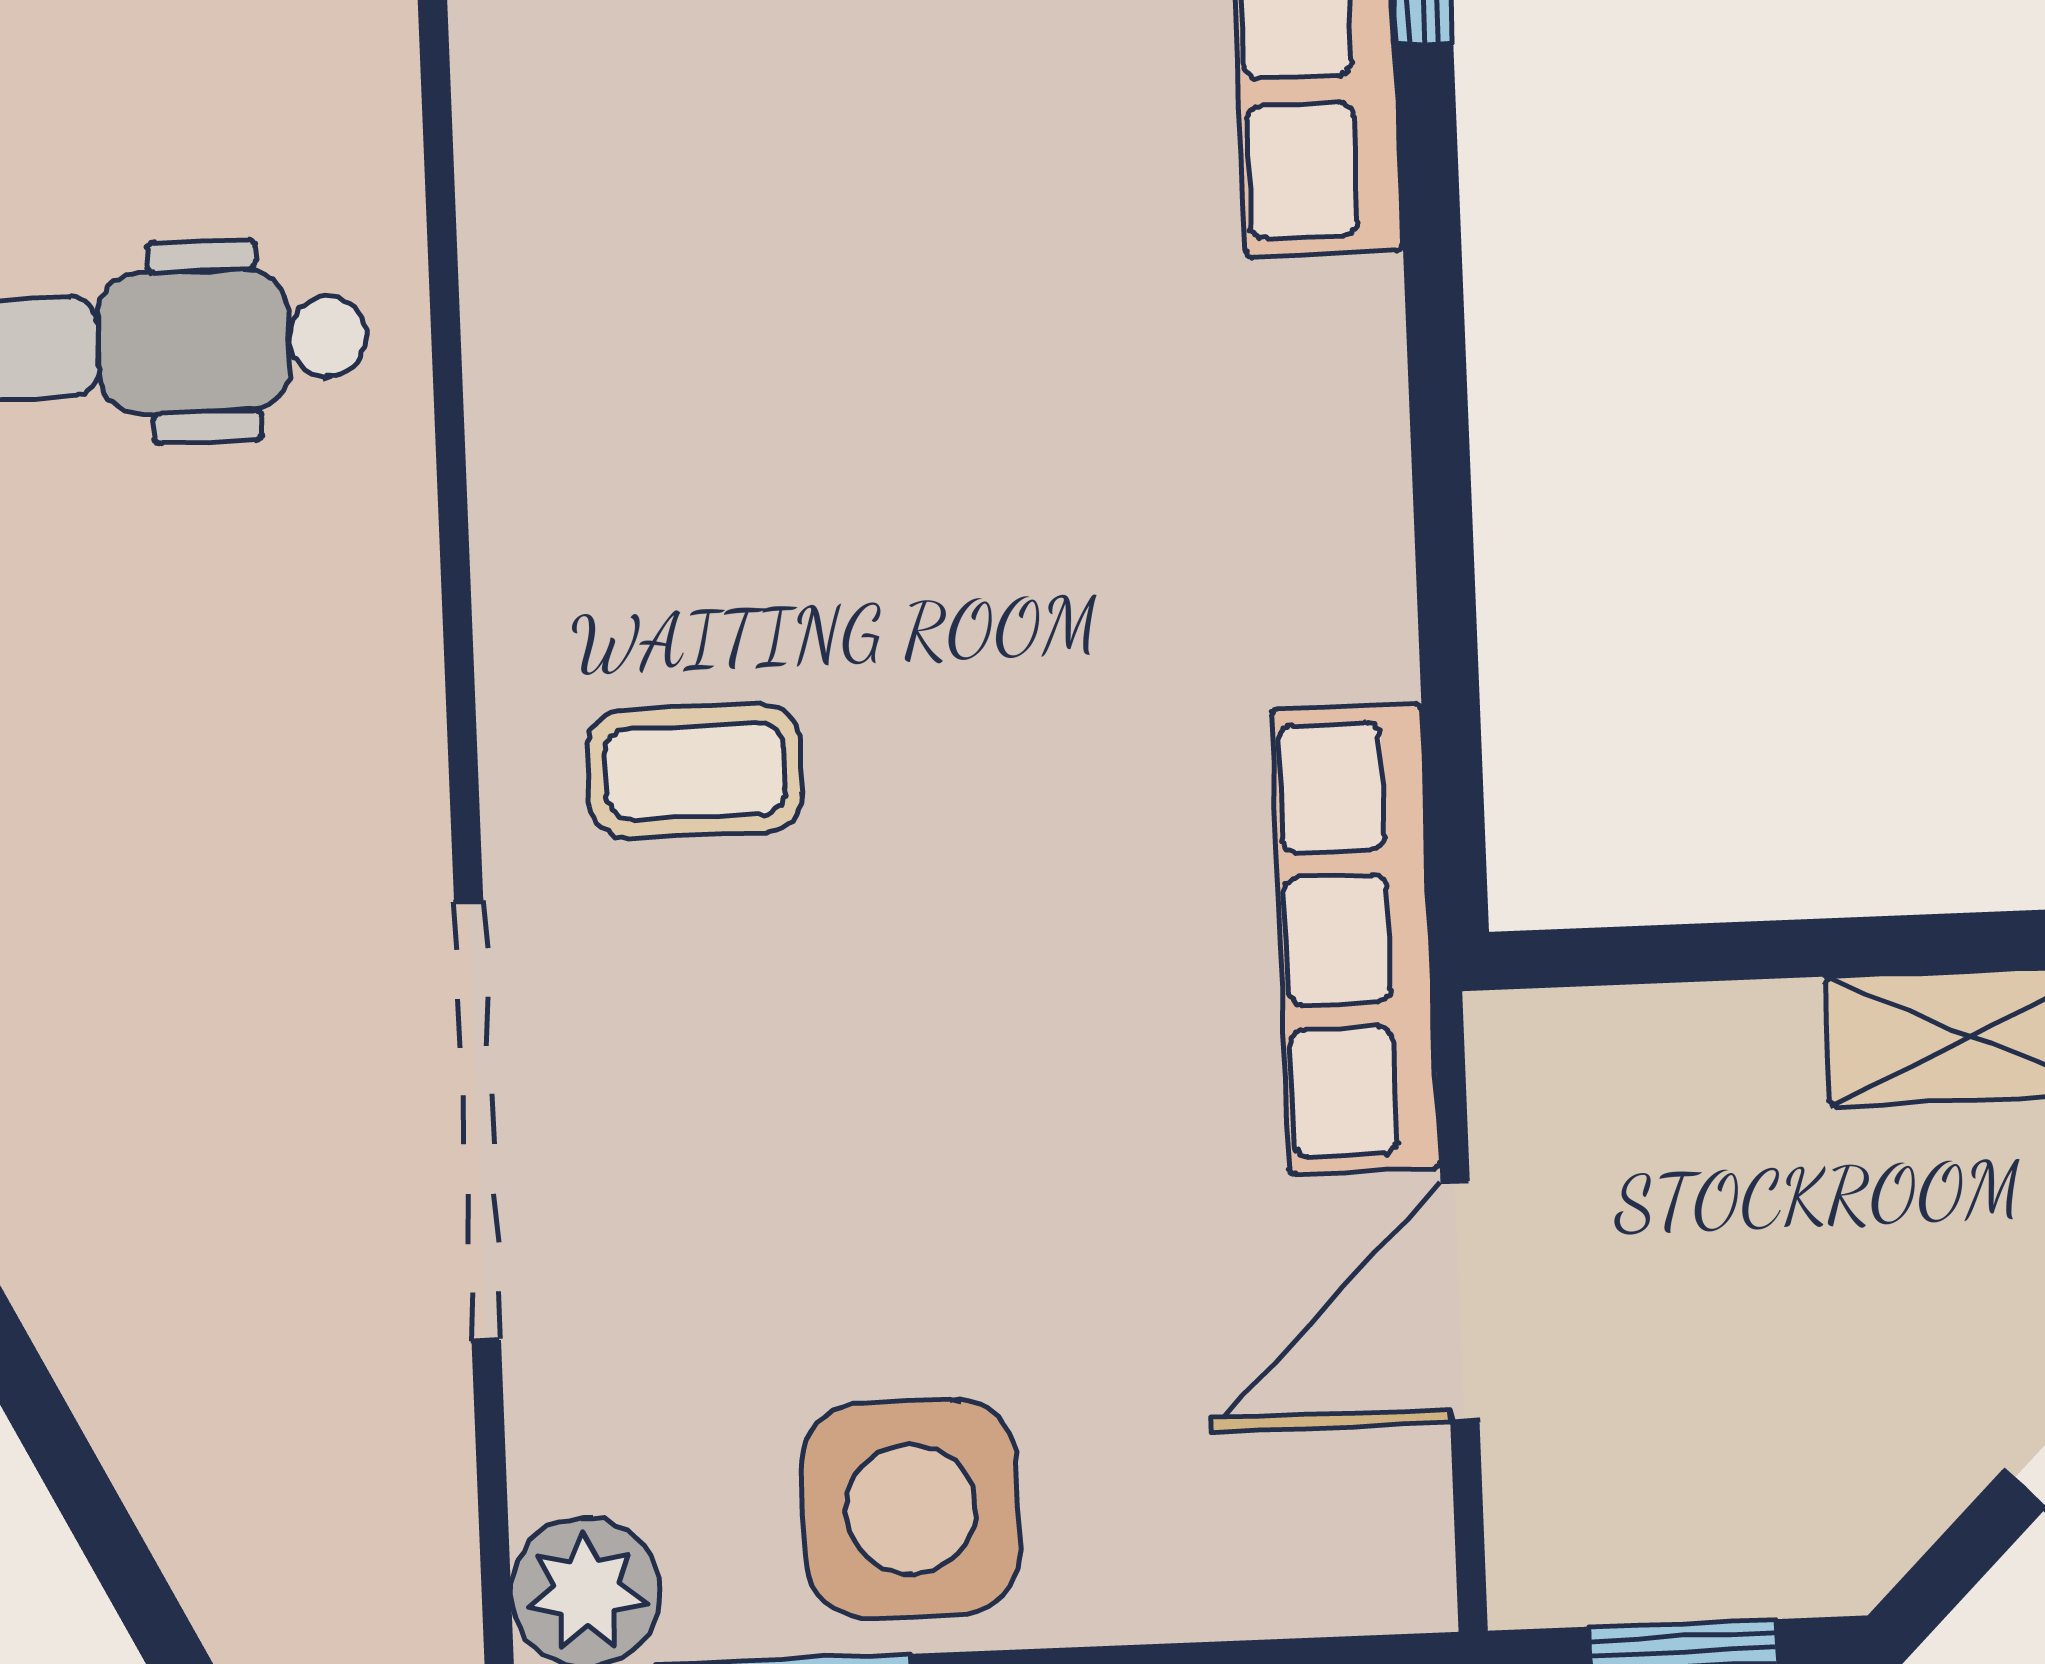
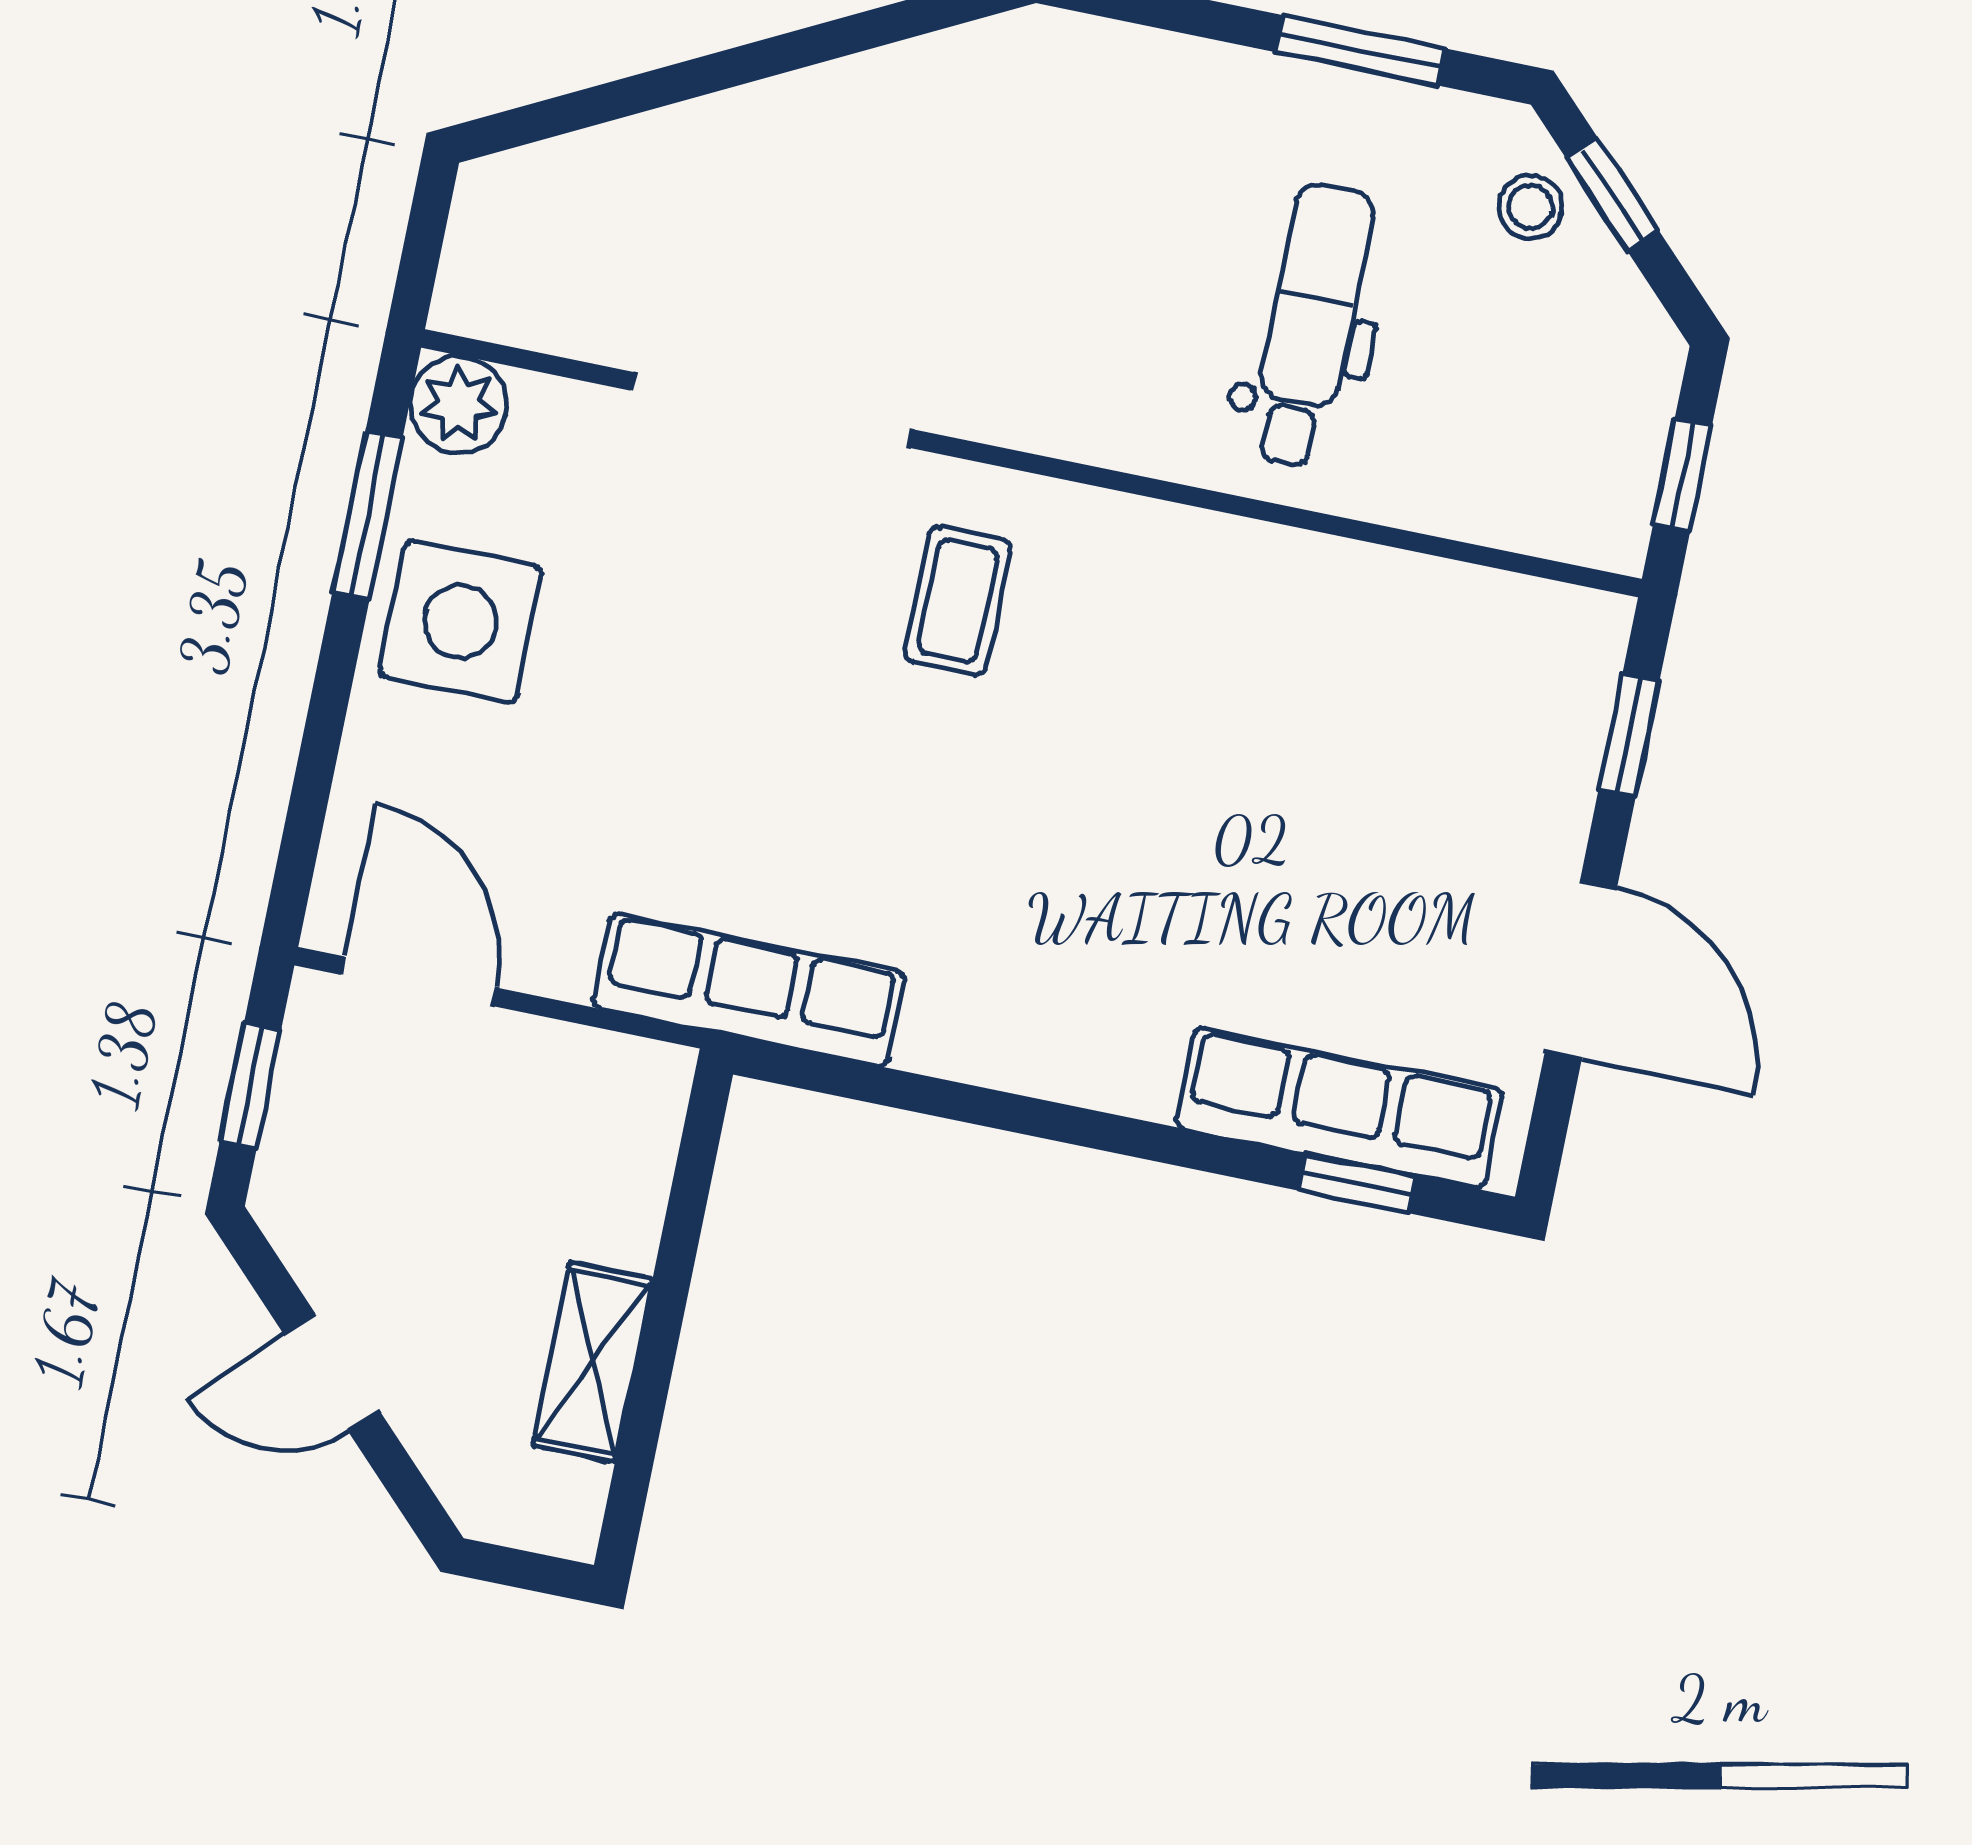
door: (1460, 1302) -> (419, 981), moved

